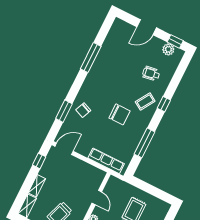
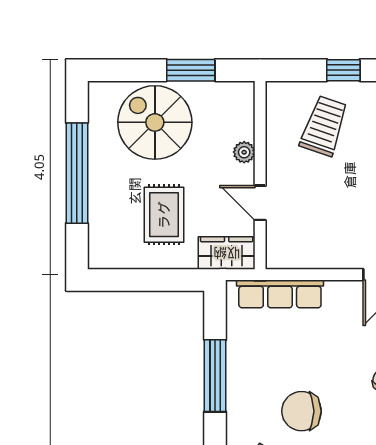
wardrobe: (118, 185) -> (227, 253), added

